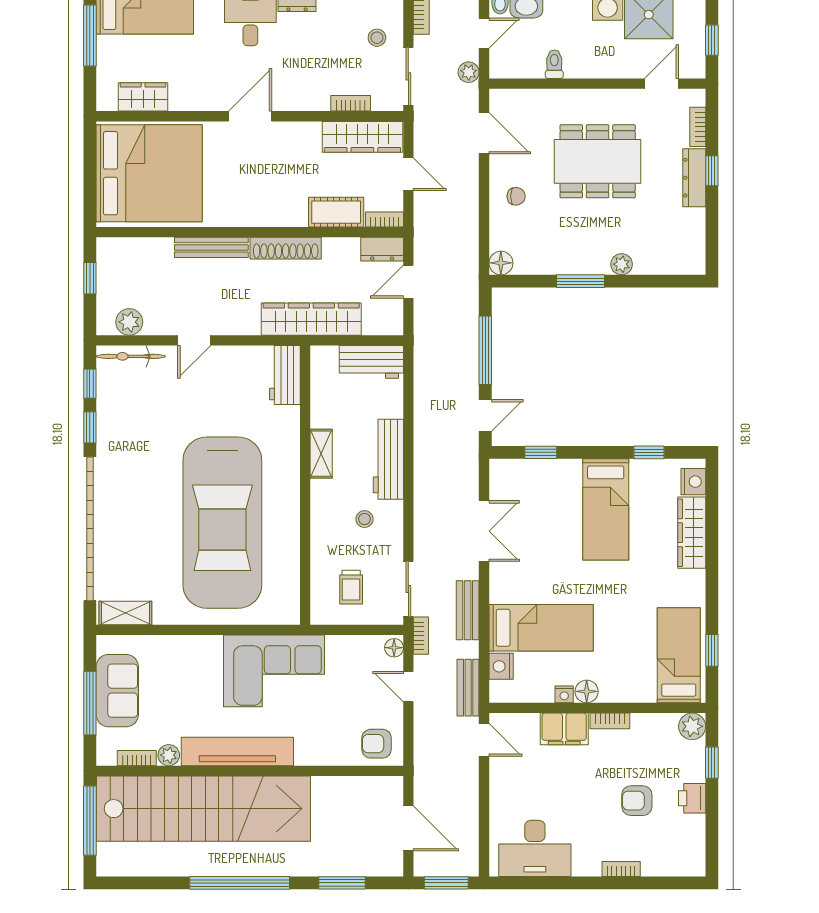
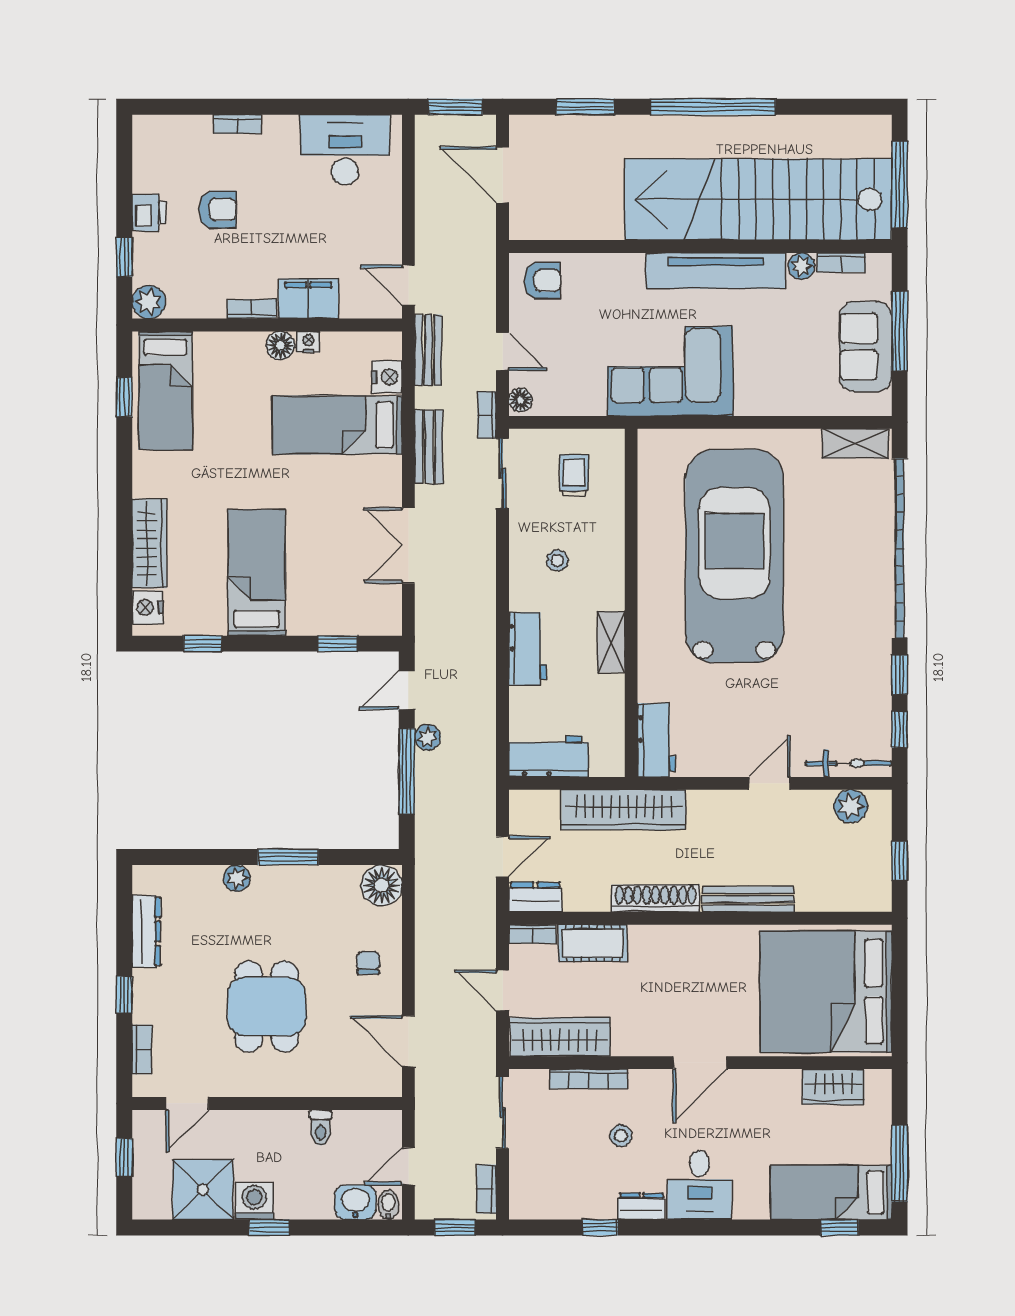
stool: (377, 38) -> (621, 1136), moved
plant: (469, 72) -> (428, 737), moved
bookcase: (351, 103) -> (589, 1079), width x1.56
dining table: (598, 161) -> (267, 1007), width x0.73
dresser: (694, 178) -> (146, 931), moved
chair: (516, 196) -> (368, 963), turned 90
floor lamp: (501, 263) -> (382, 885), width x1.38, depth x1.38
workbench: (388, 459) -> (528, 649), width x0.73

